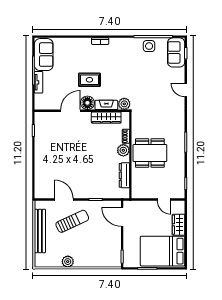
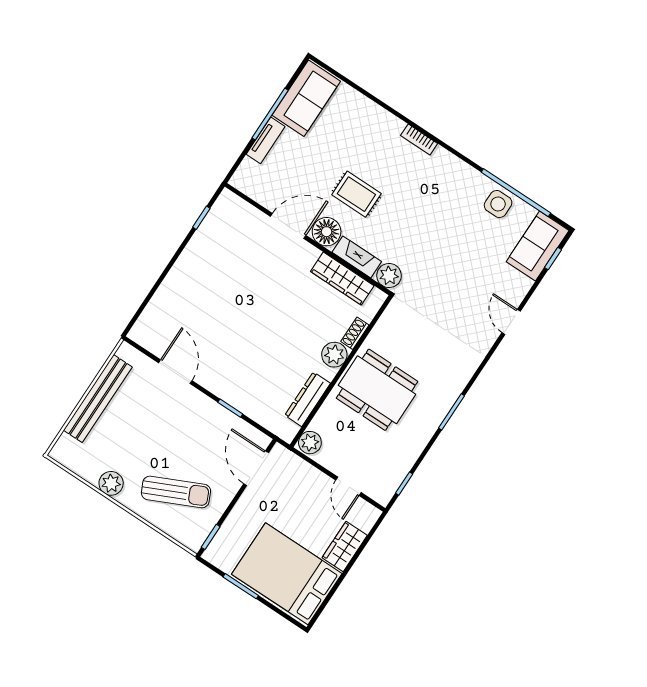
plant: (137, 192) -> (310, 443), added
sun lounger: (72, 221) -> (176, 492), moved

